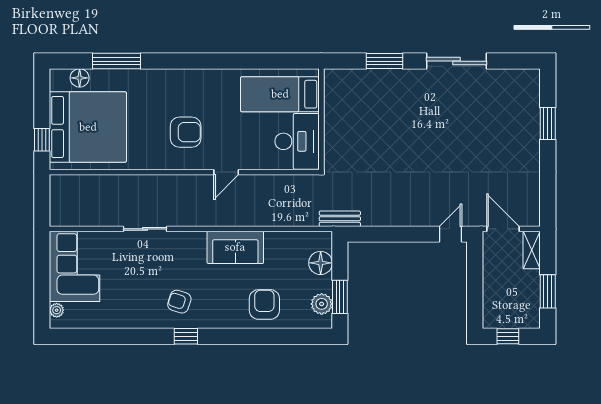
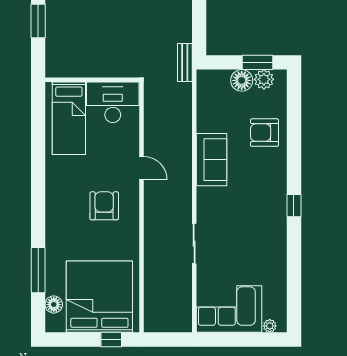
floor lamp: (321, 263) -> (242, 80), moved
armchair: (179, 302) -> (262, 212), removed

